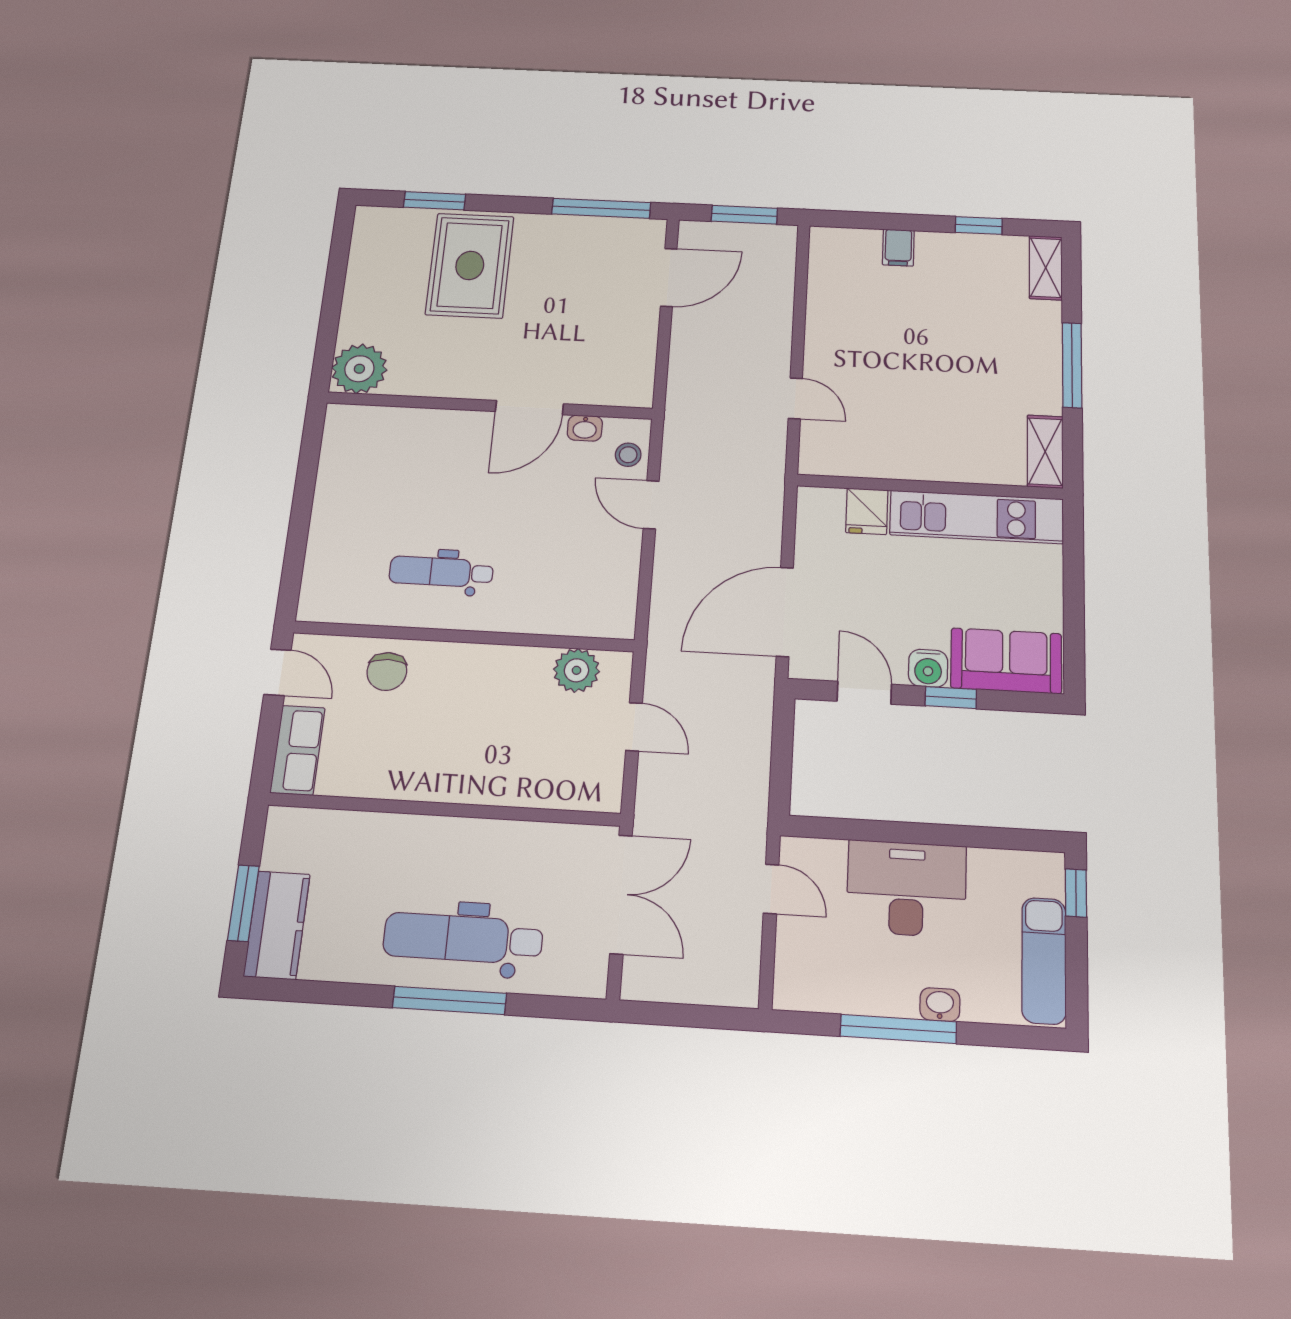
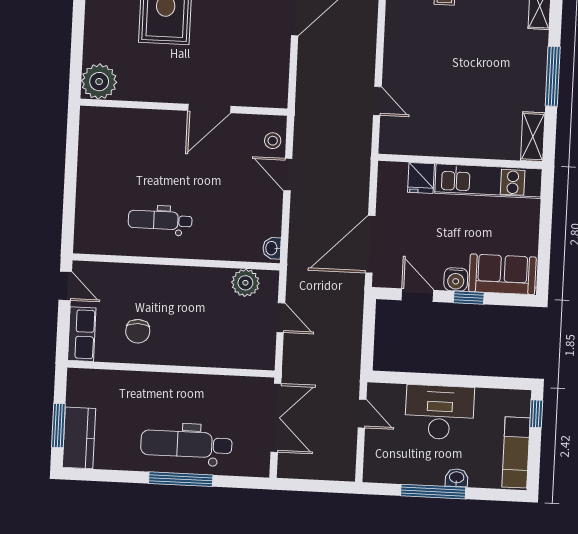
washbasin: (585, 428) -> (272, 248), moved, turned 90
chair: (387, 672) -> (138, 331), moved

